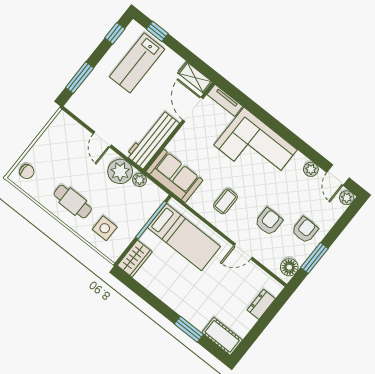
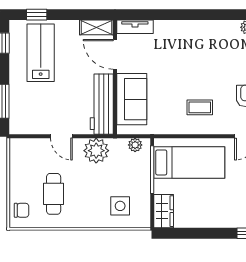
lab bench: (137, 63) -> (41, 53), turned 180
corner sofa: (256, 147) -> (189, 45), removed
sofa: (174, 176) -> (132, 99), moved, turned 90
plant: (140, 180) -> (135, 145), moved
coffee table: (225, 201) -> (200, 107), turned 90
cafe table: (73, 202) -> (54, 194), moved, turned 90

